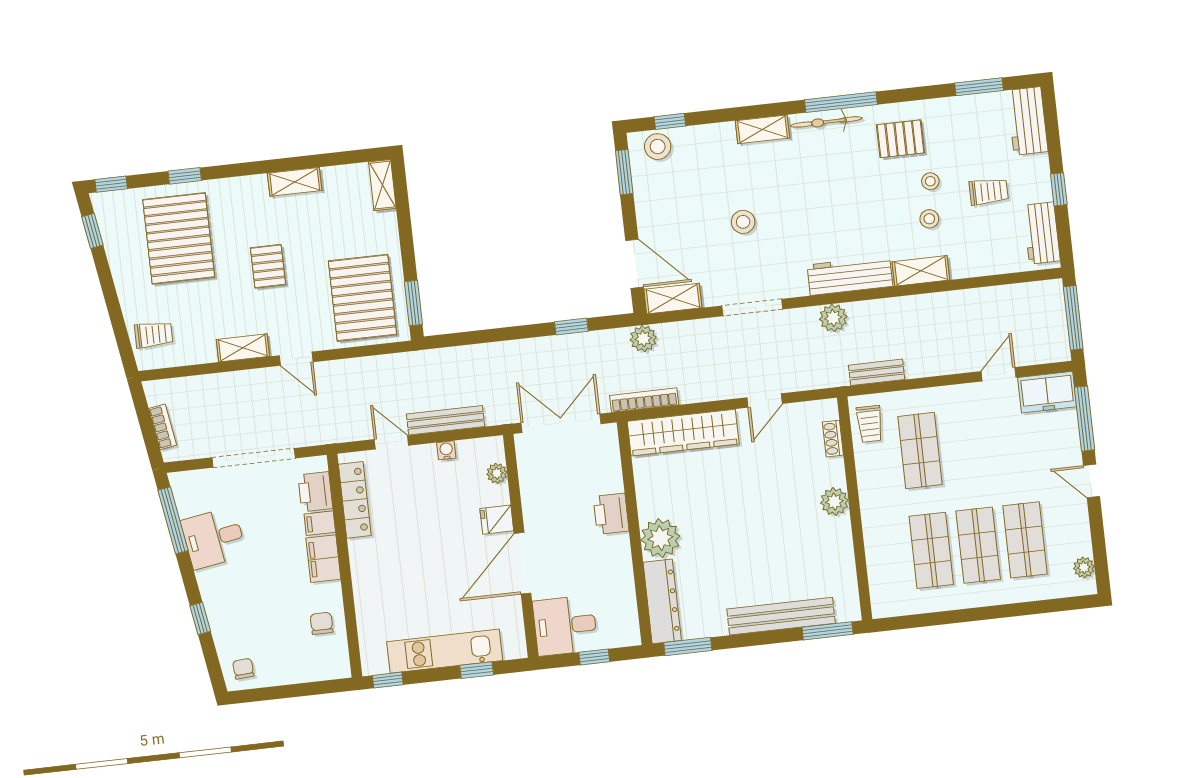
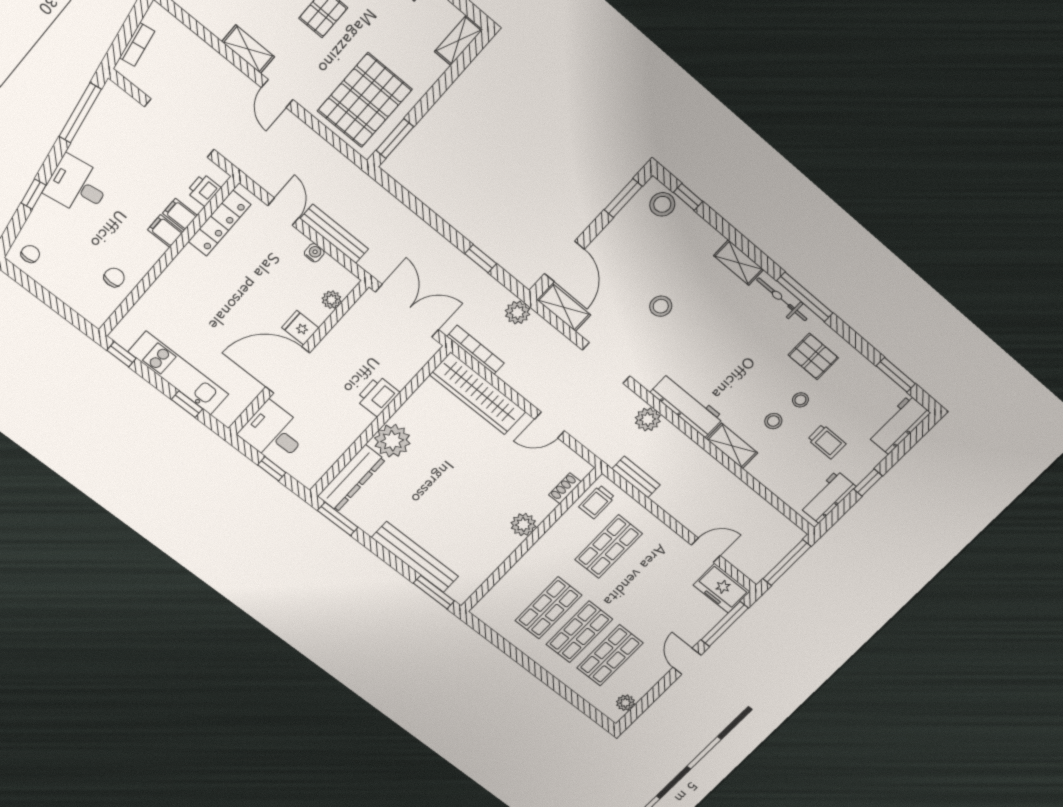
printer: (315, 492) -> (204, 190), width x0.73, depth x0.81
desk: (214, 538) -> (77, 186), moved
filing cabinet: (323, 559) -> (165, 231), width x0.50

